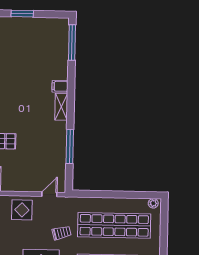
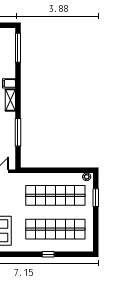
window: (164, 229) -> (96, 198), added
trolley: (62, 233) -> (13, 202), removed

